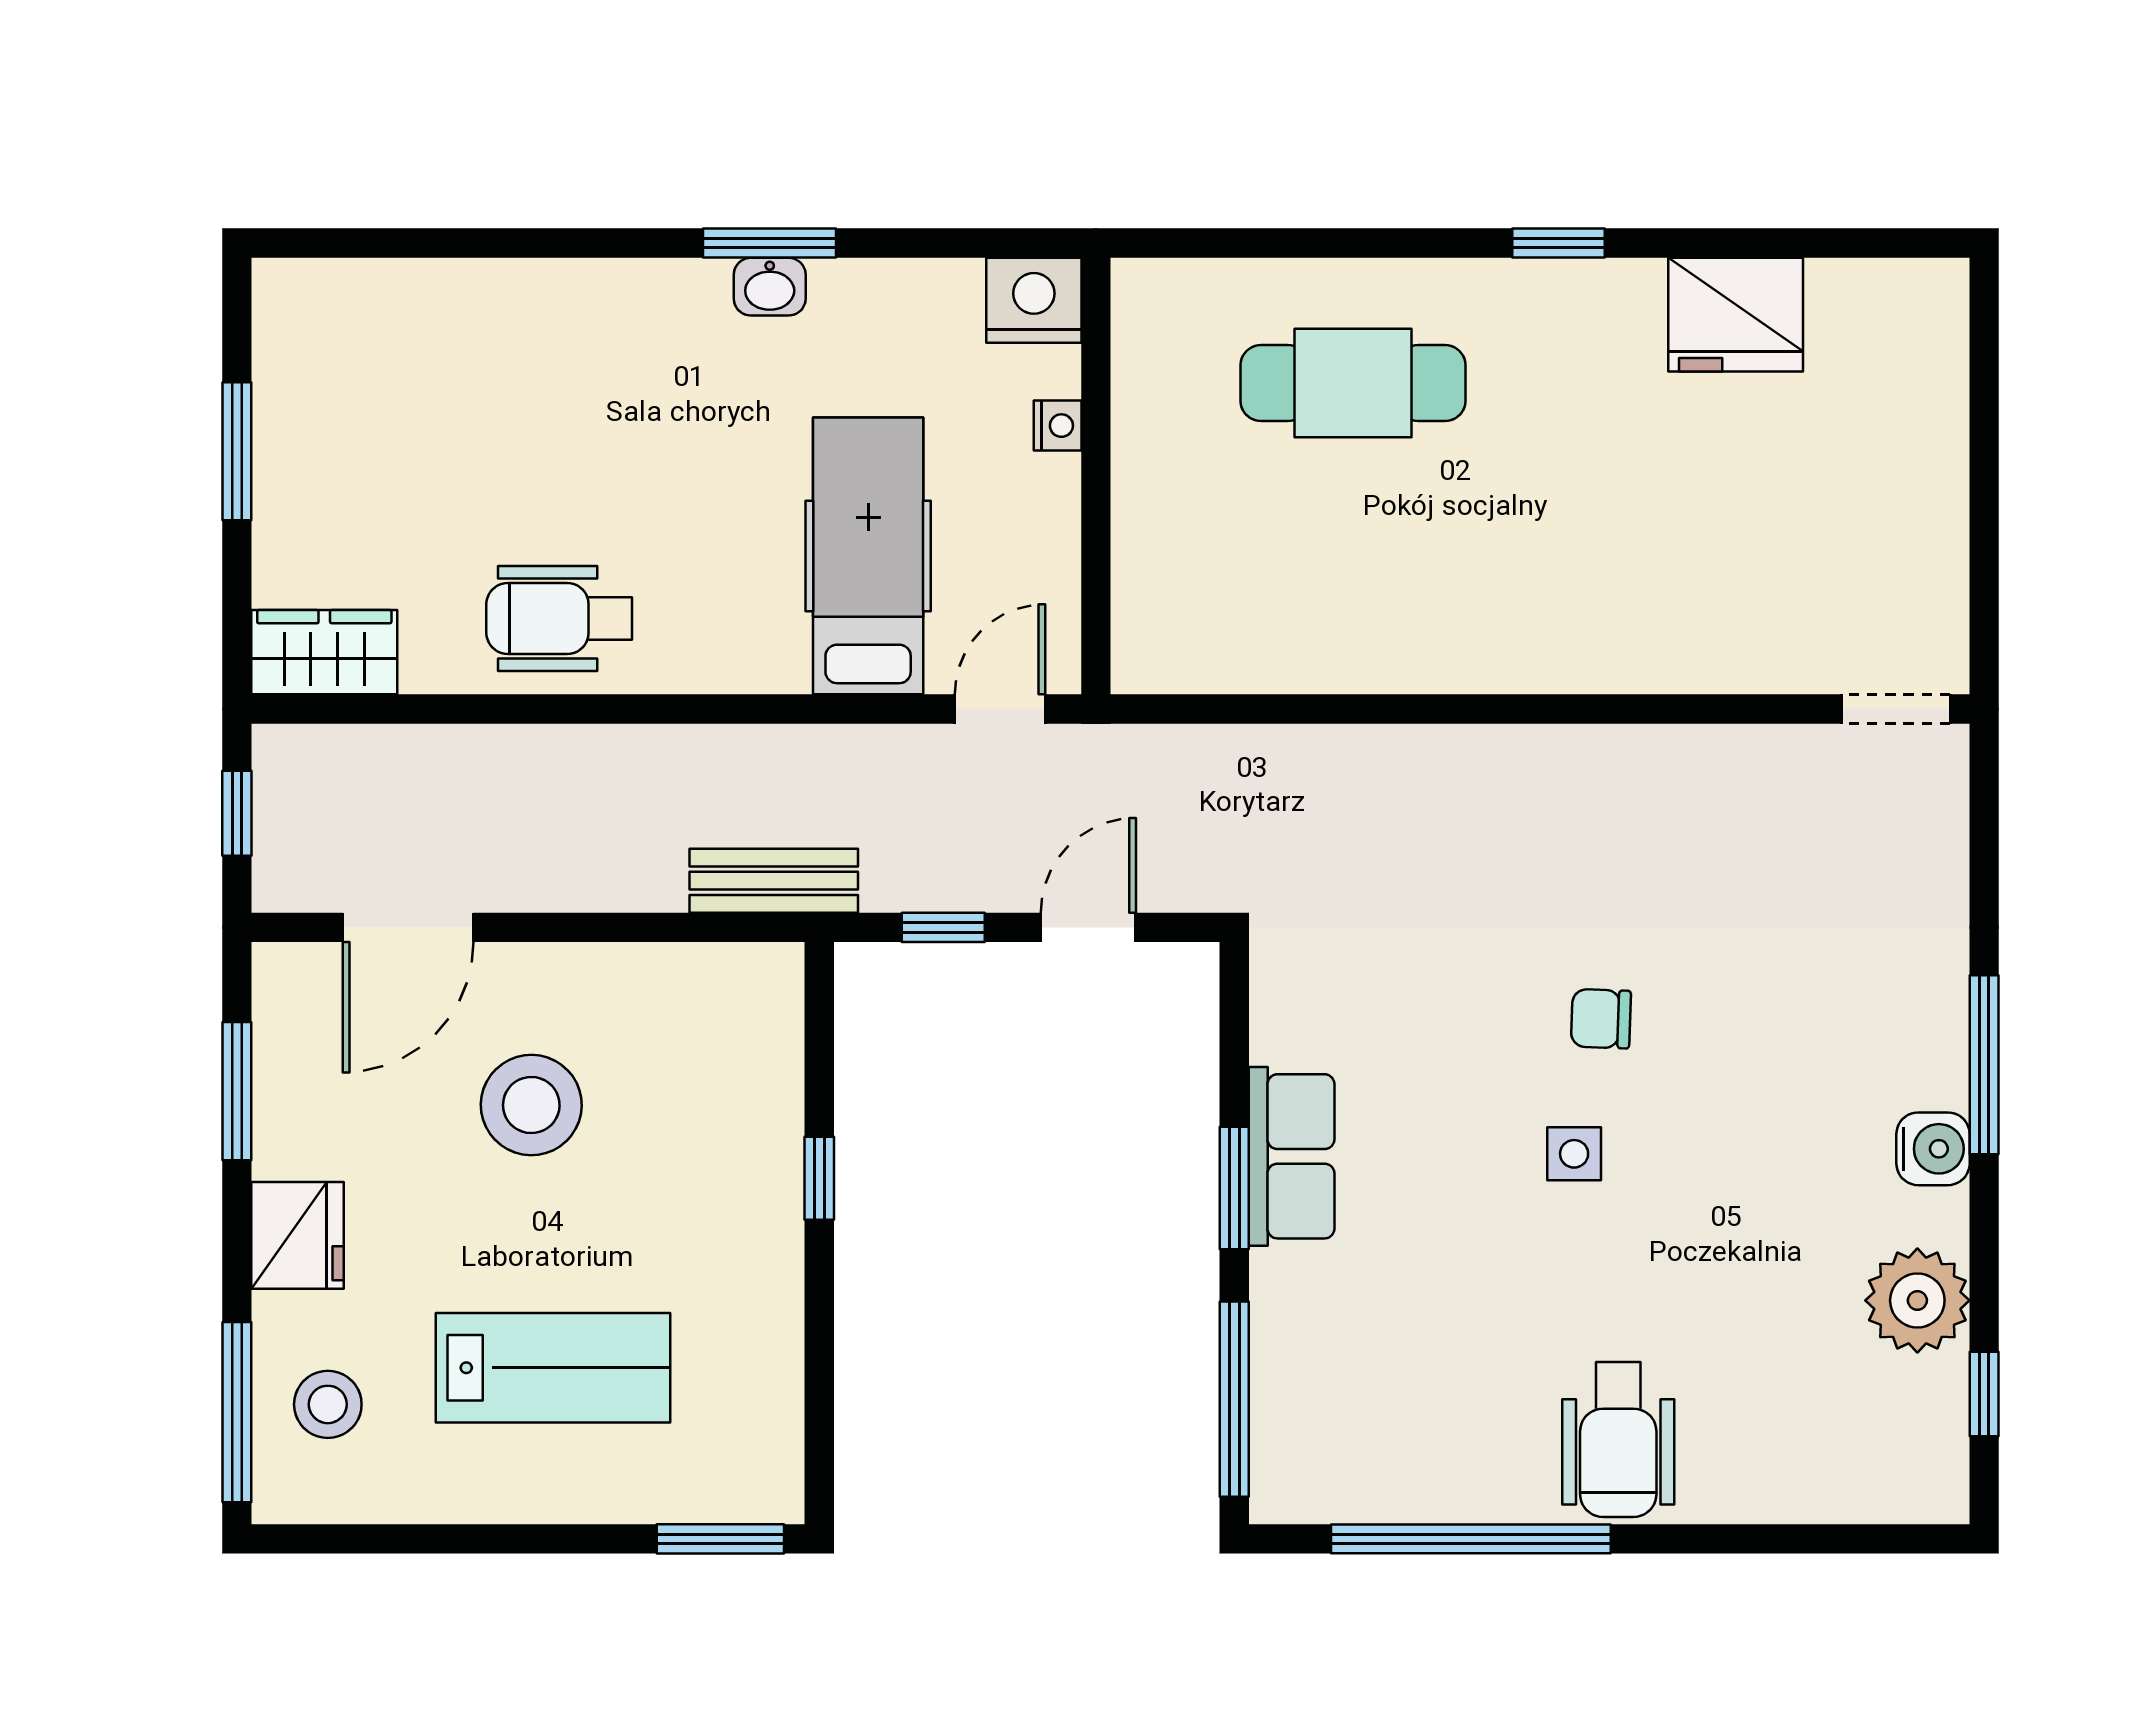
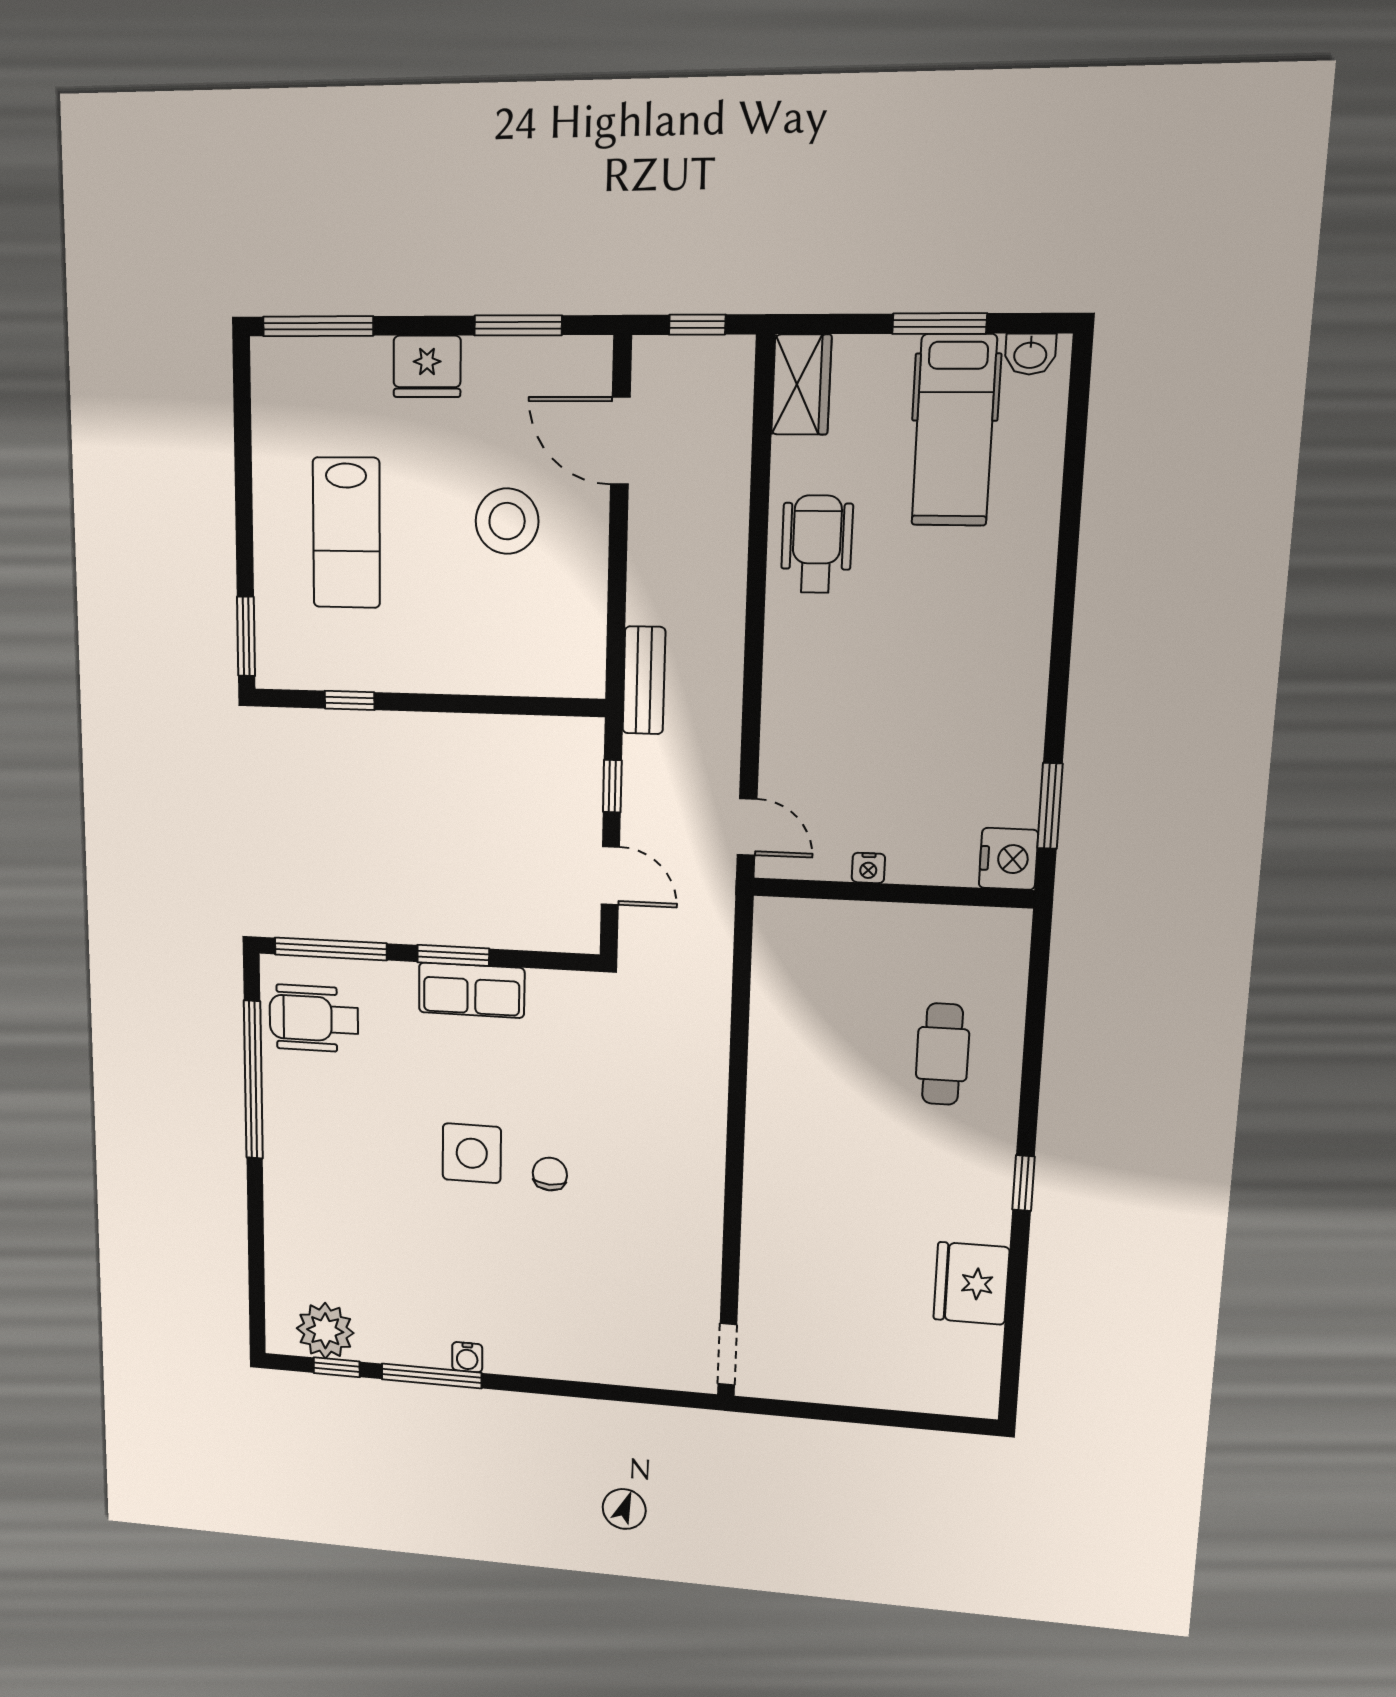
window: (770, 243) -> (1050, 806), moved
washbasin: (770, 287) -> (1030, 354), moved, turned -90
cafe table: (1353, 383) -> (942, 1054), width x0.73, depth x0.74
nightstand: (1058, 426) -> (868, 868), moved
hospital bed: (868, 556) -> (954, 430), moved, turned 90
window: (1984, 1065) -> (432, 1376), moved
water cooler: (1933, 1149) -> (467, 1357), width x0.72, depth x0.72
side table: (1574, 1154) -> (472, 1153), width x1.87, depth x1.87
window: (819, 1178) -> (350, 700), moved
plant: (1917, 1300) -> (325, 1331), moved
stool: (328, 1404) -> (323, 386), removed
wheelchair: (1618, 1440) -> (314, 1018), moved

